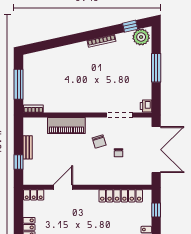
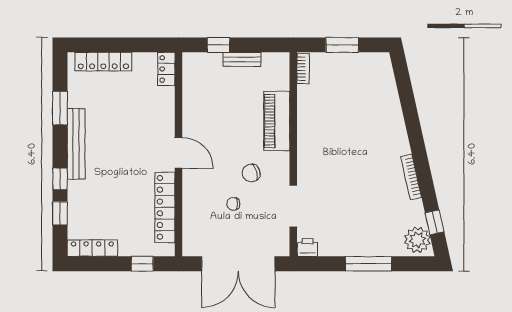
window: (19, 84) -> (342, 45), width x0.69
door: (63, 187) -> (178, 153), moved

